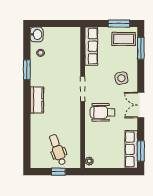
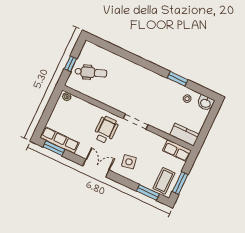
row of seats: (91, 46) -> (177, 151), width x0.68
kitchen counter: (37, 100) -> (184, 135), moved, turned 180

